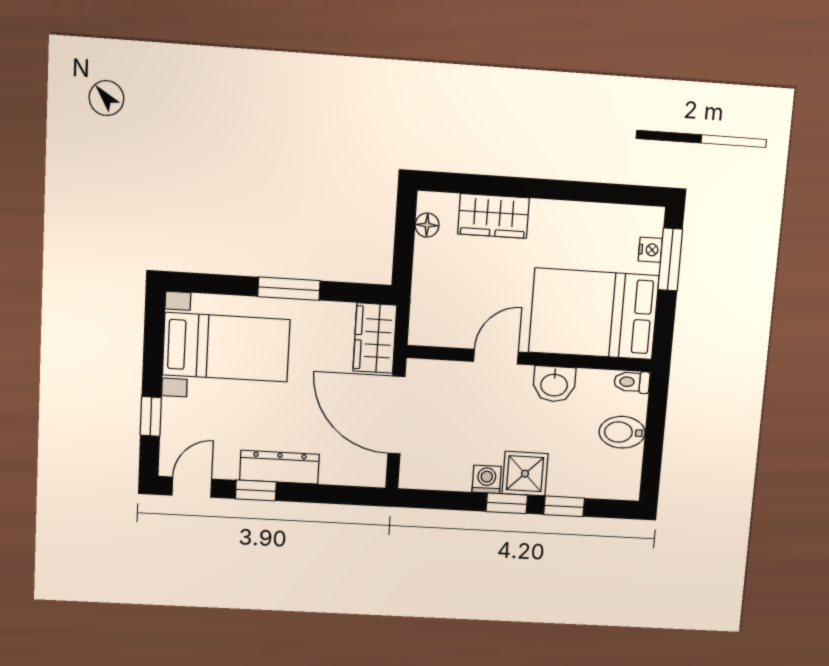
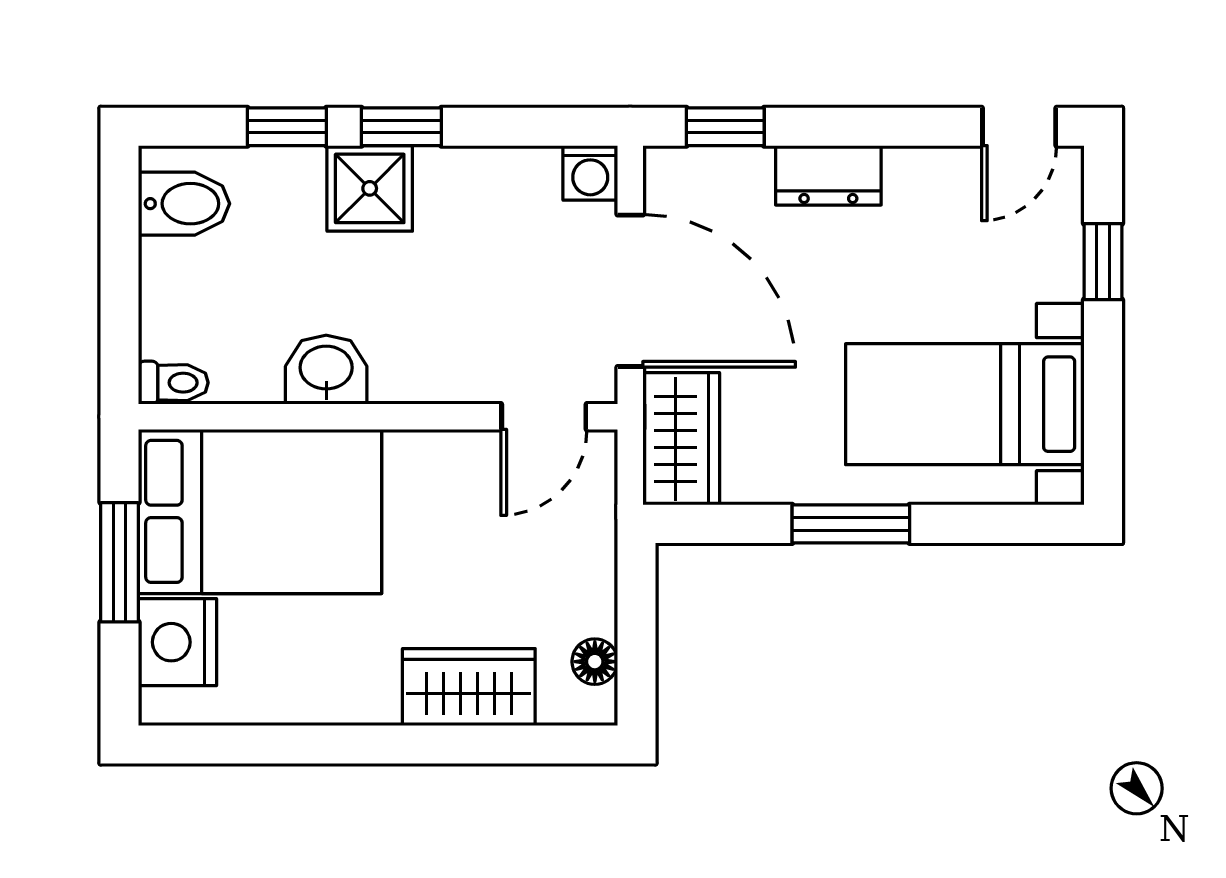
nightstand: (650, 250) -> (178, 642), width x1.89, depth x1.79
window: (670, 259) -> (119, 562), moved
door: (496, 357) -> (544, 417), moved
bidet: (622, 432) -> (184, 204), moved
dresser: (279, 467) -> (828, 175), width x0.70
washing machine: (487, 479) -> (590, 173), moved
window: (256, 490) -> (725, 127), moved

